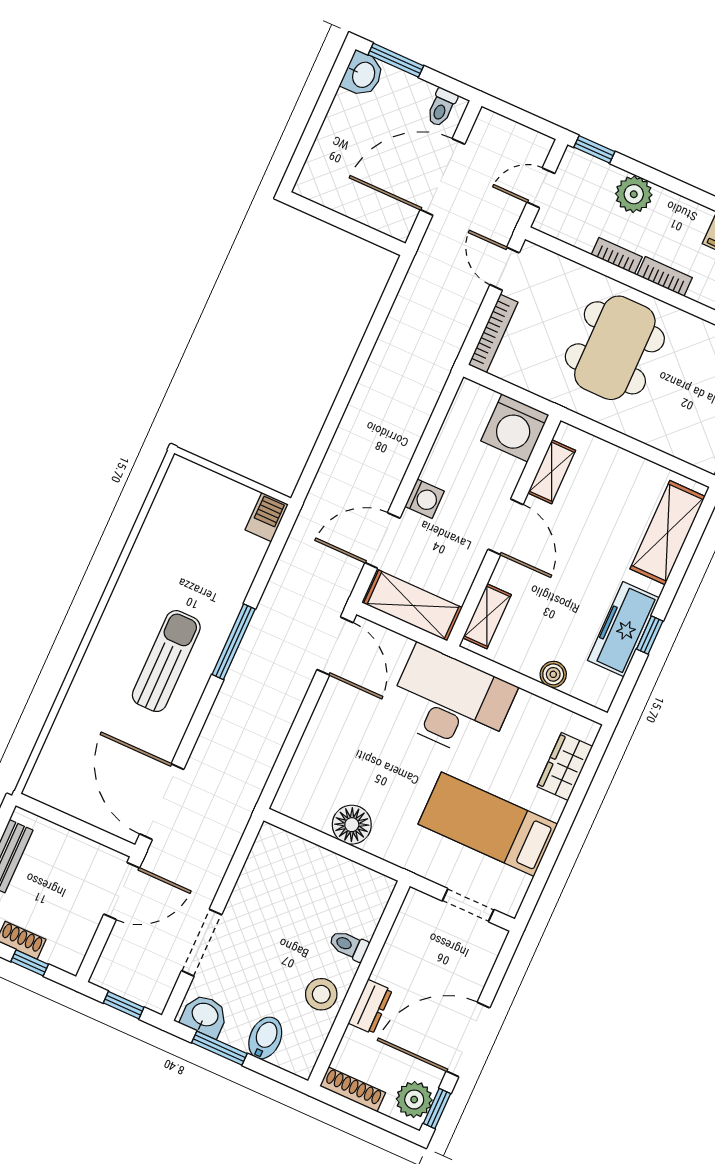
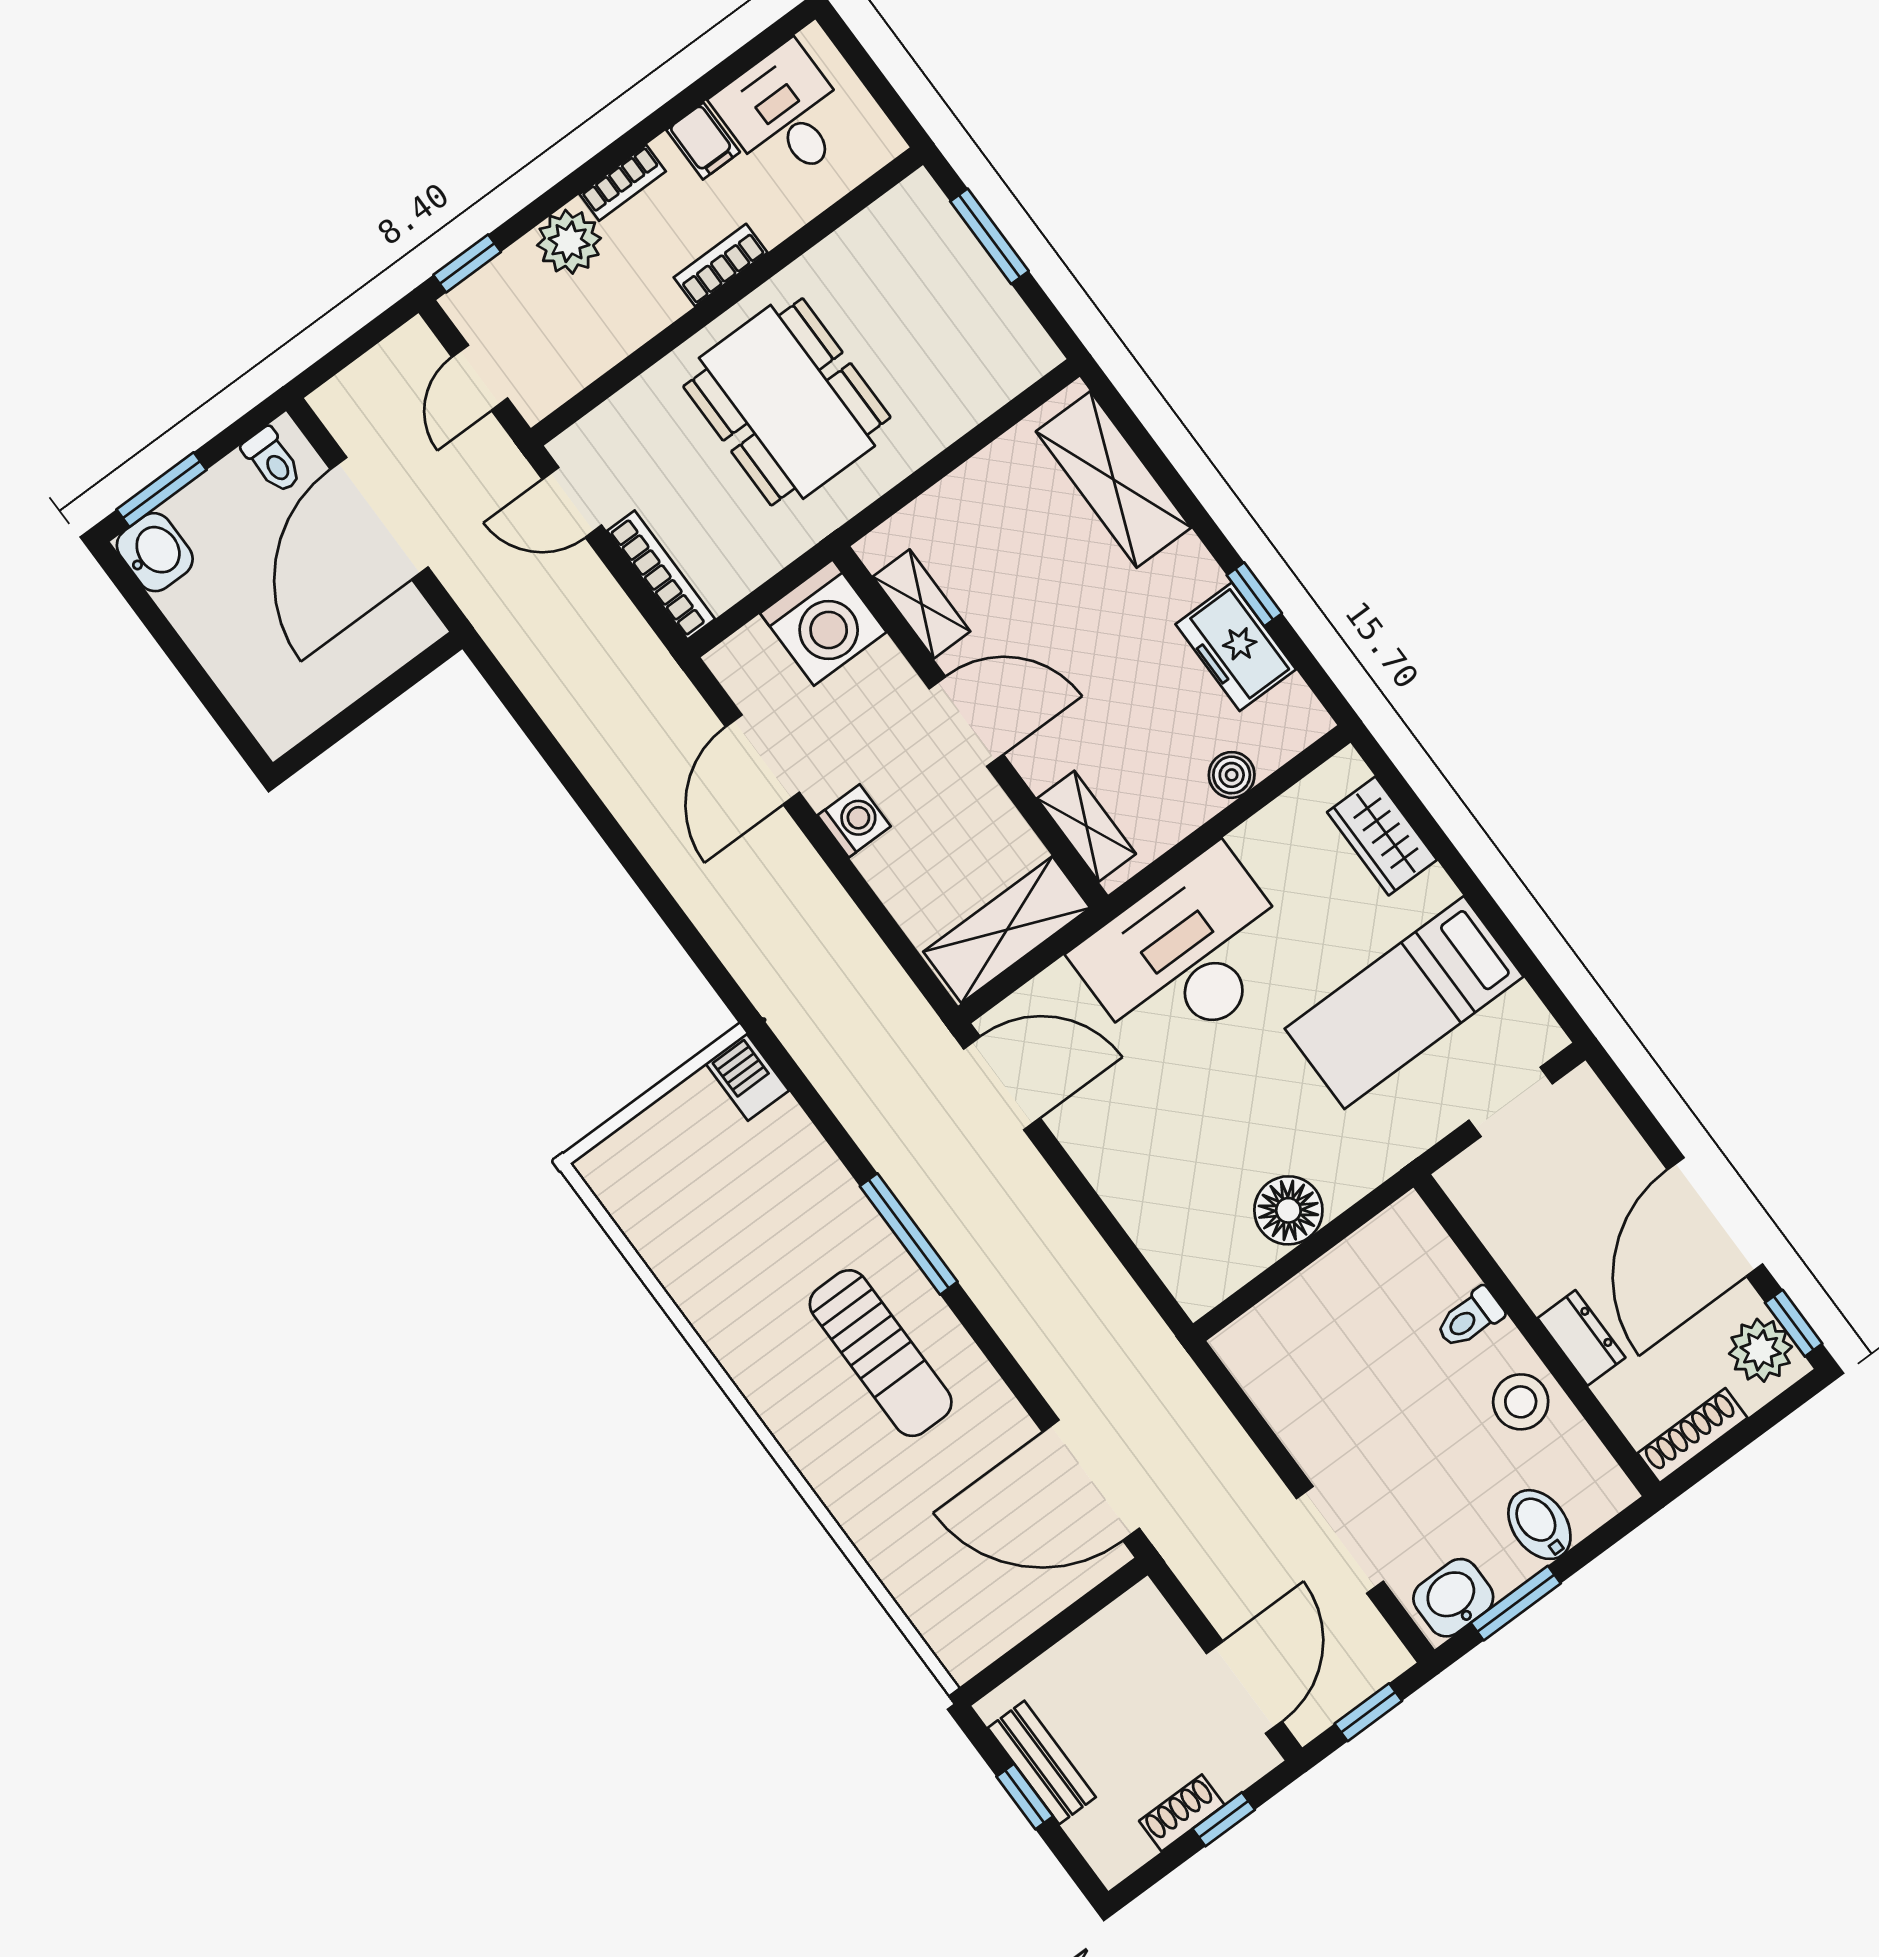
bookcase: (617, 256) -> (623, 183), moved, turned 180
door: (382, 540) -> (762, 760), moved
freezer: (623, 629) -> (1236, 647), width x0.71
sun lounger: (166, 661) -> (881, 1353), turned 180
door: (122, 891) -> (1244, 1687), moved

